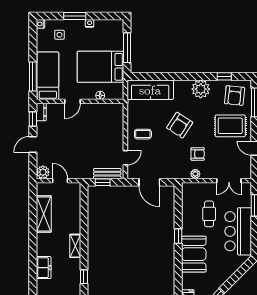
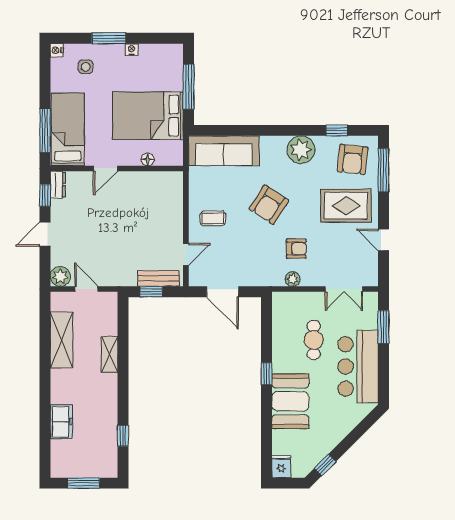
shelving: (75, 246) -> (110, 355), moved

